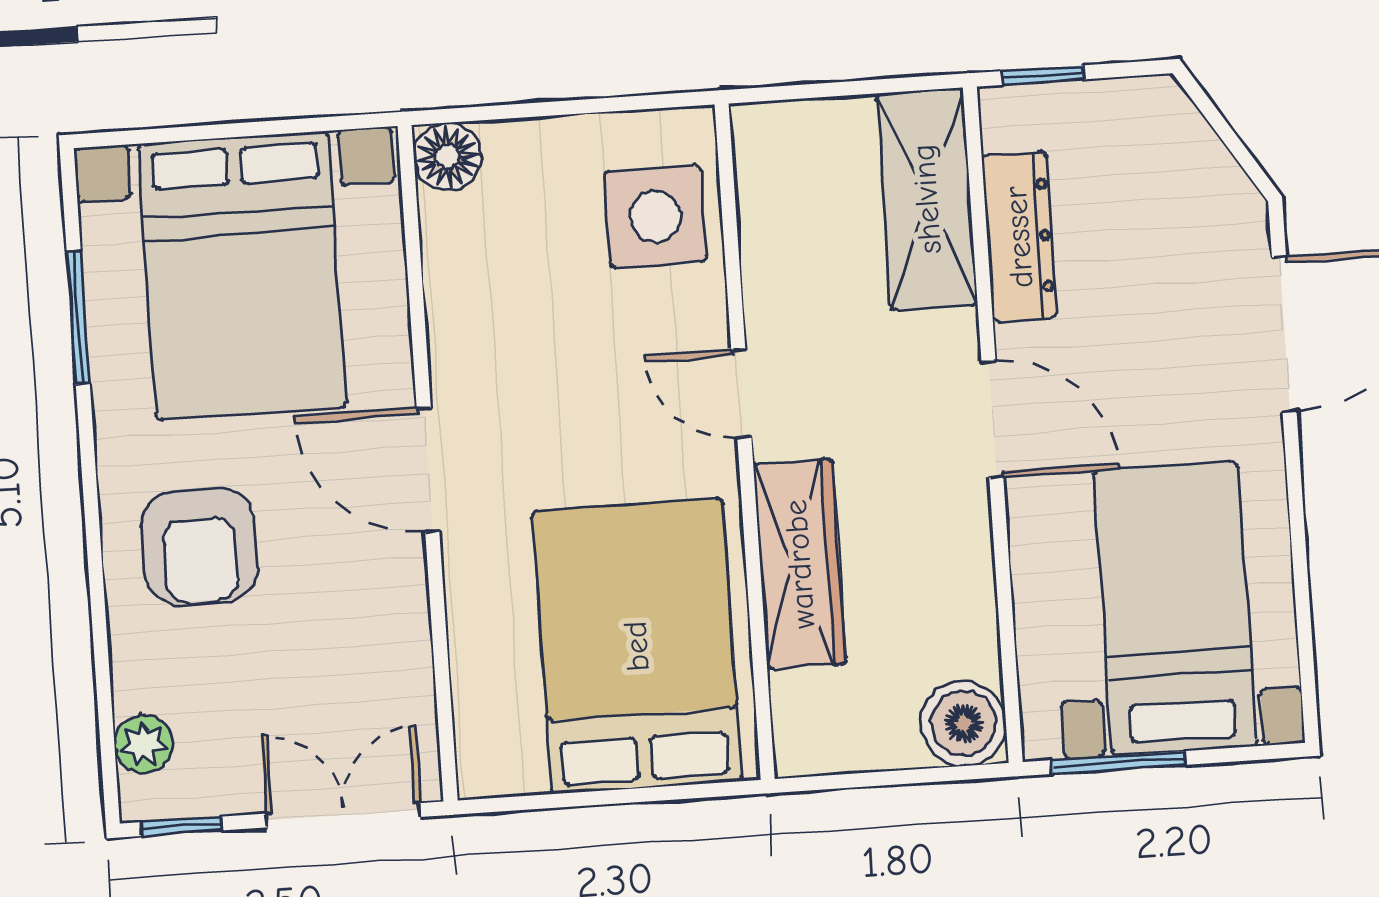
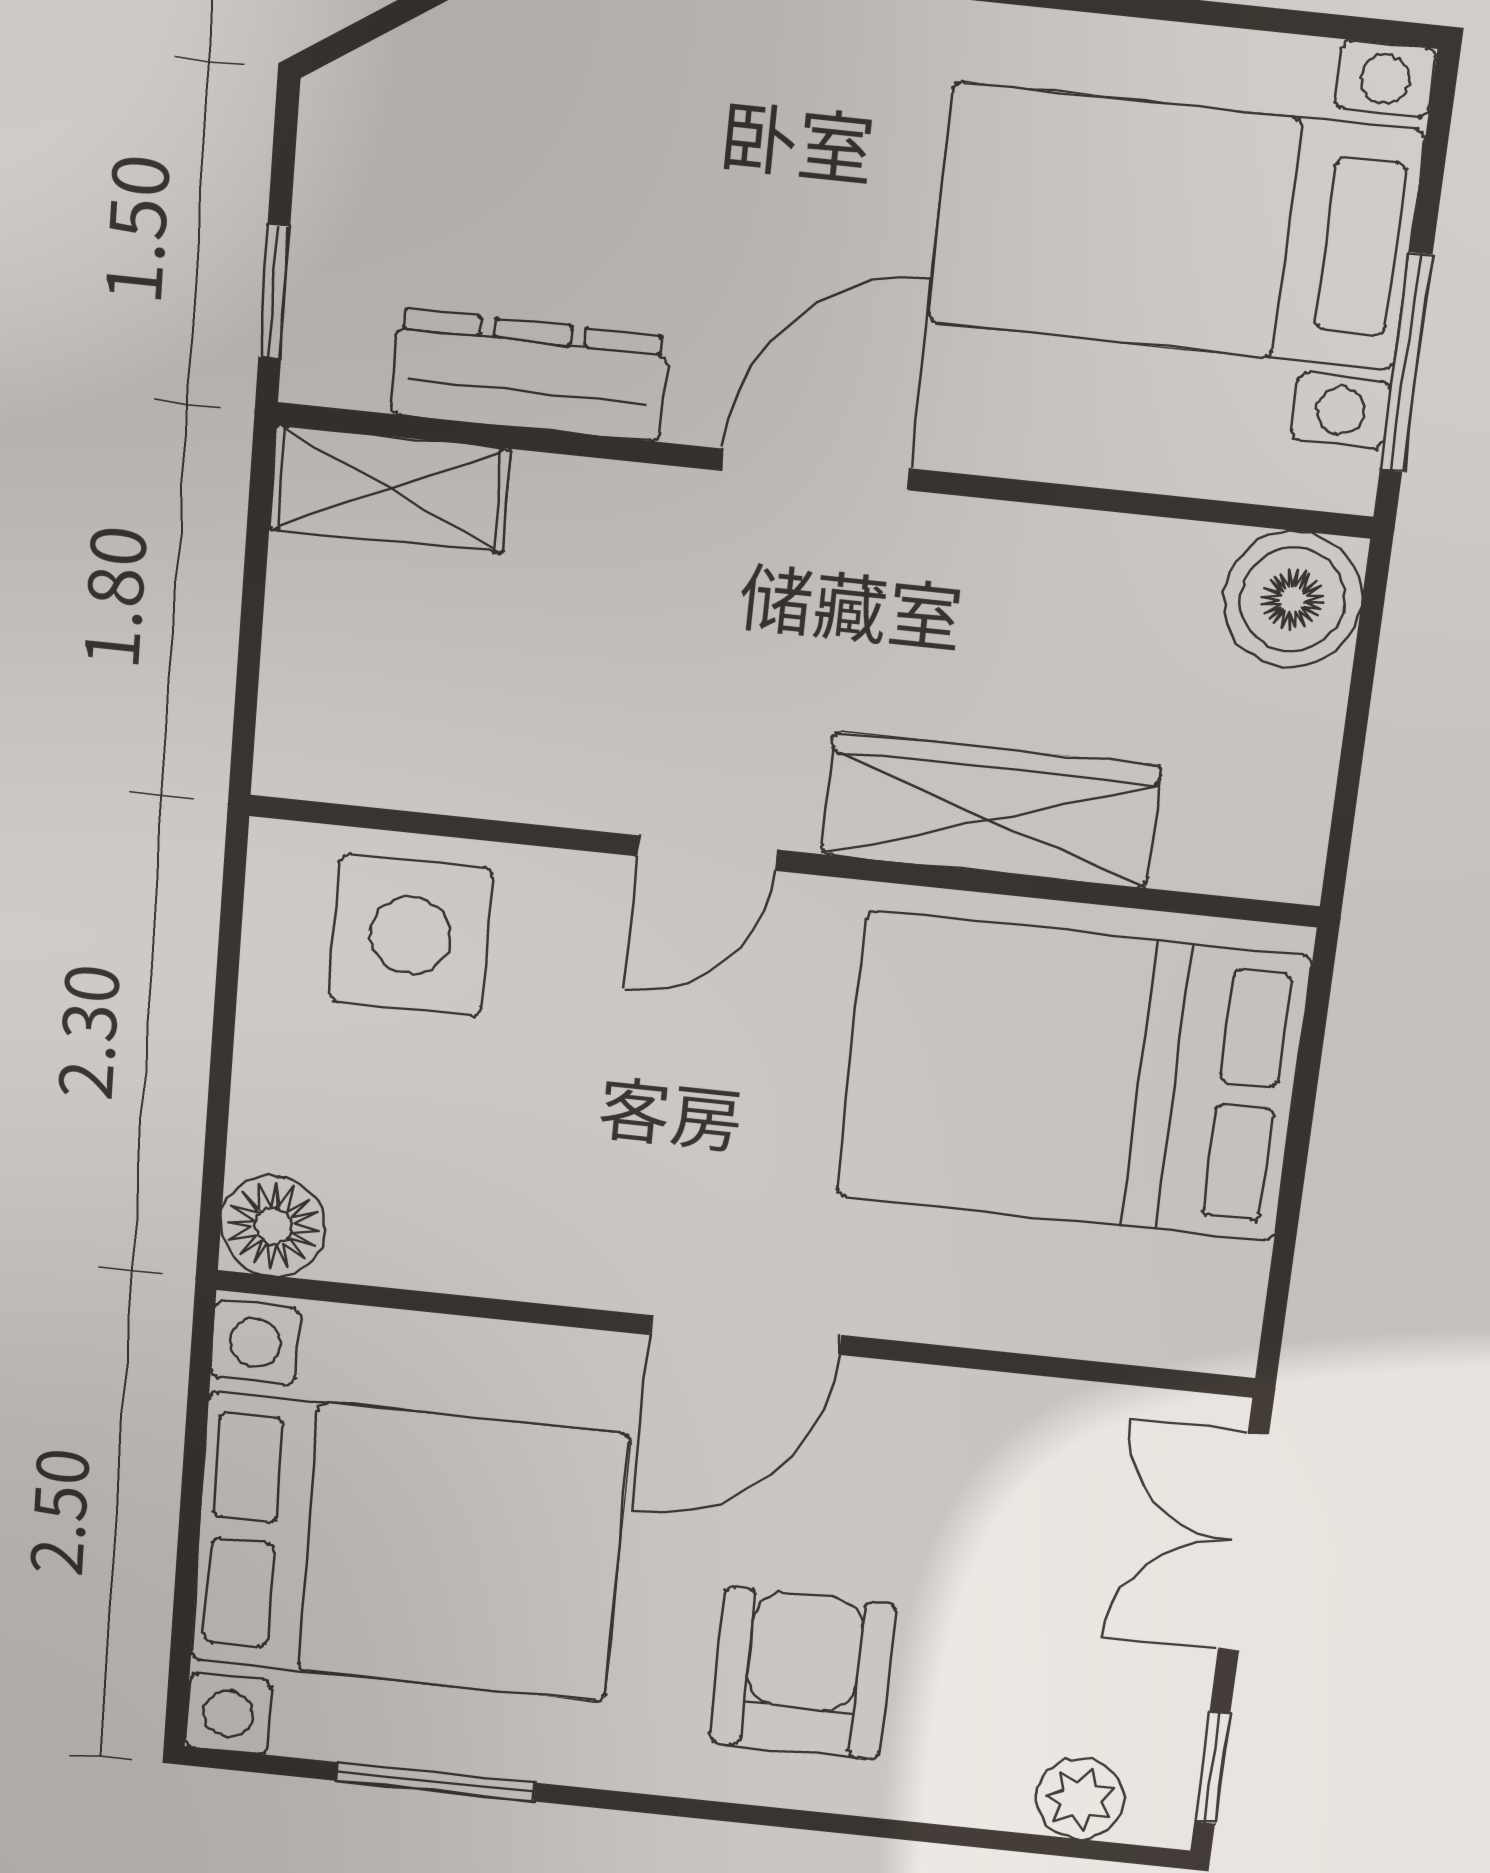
shelving: (927, 199) -> (390, 489), width x0.67, depth x0.75
armchair: (200, 546) -> (802, 1674), turned -90

